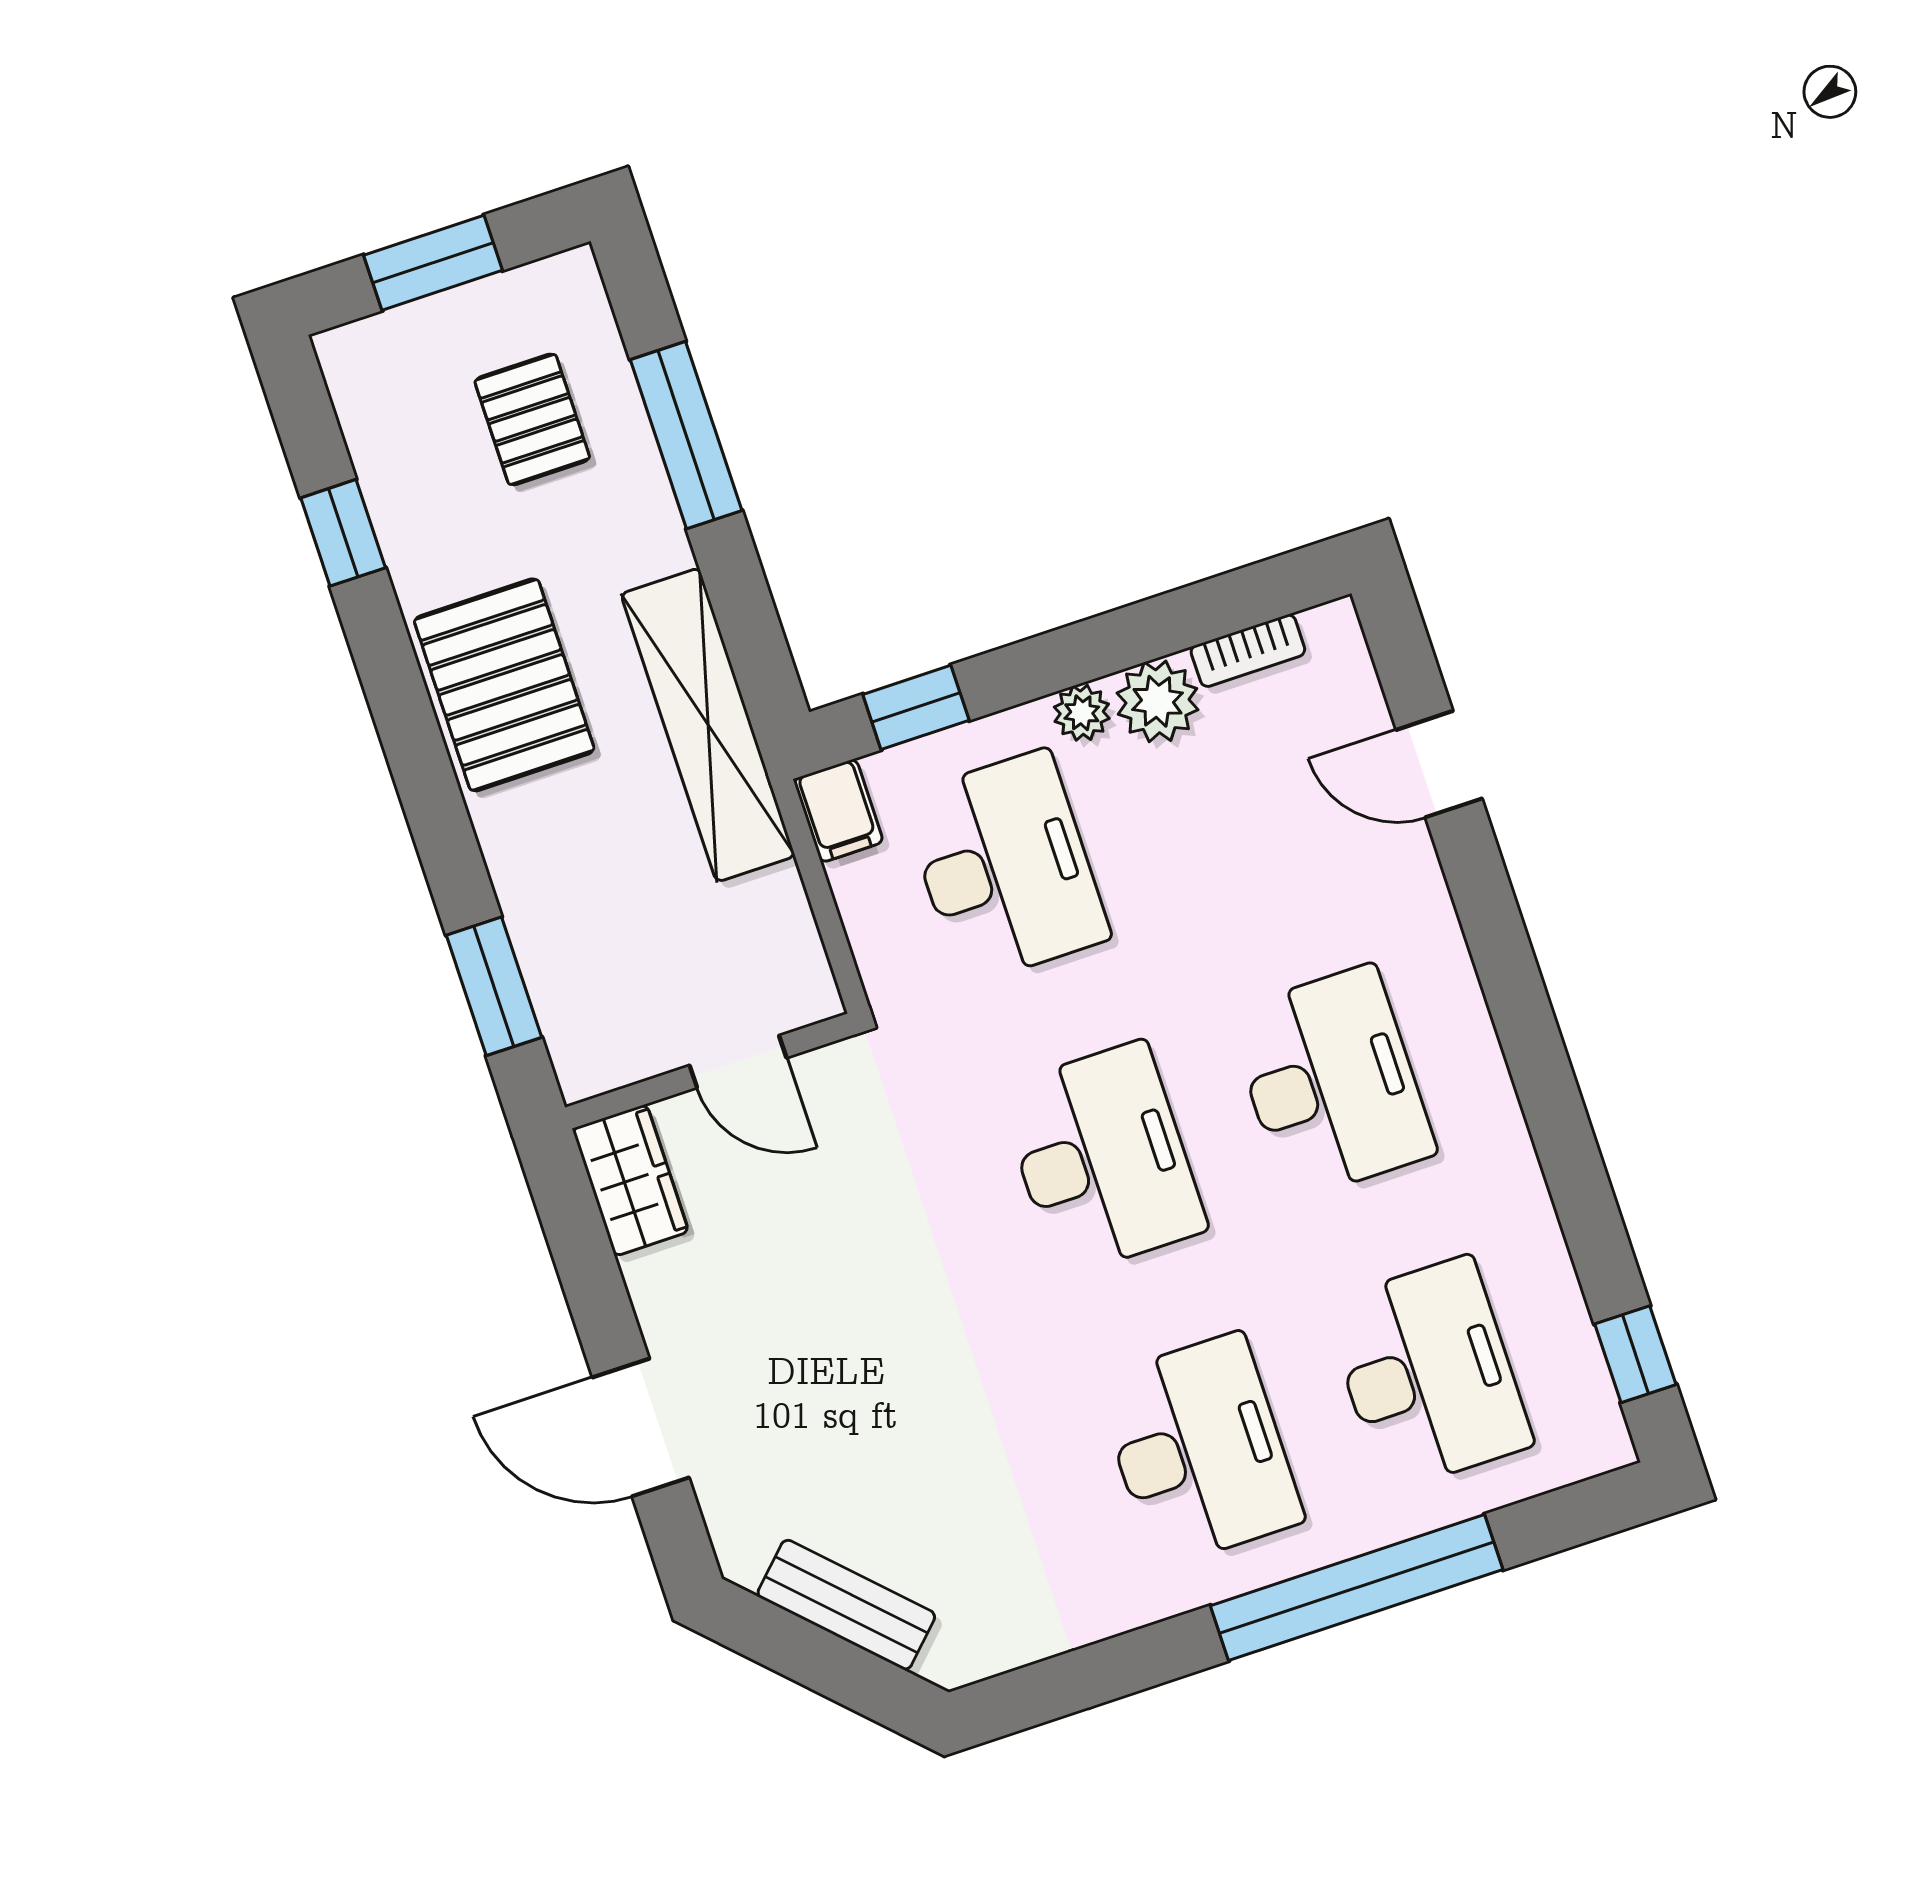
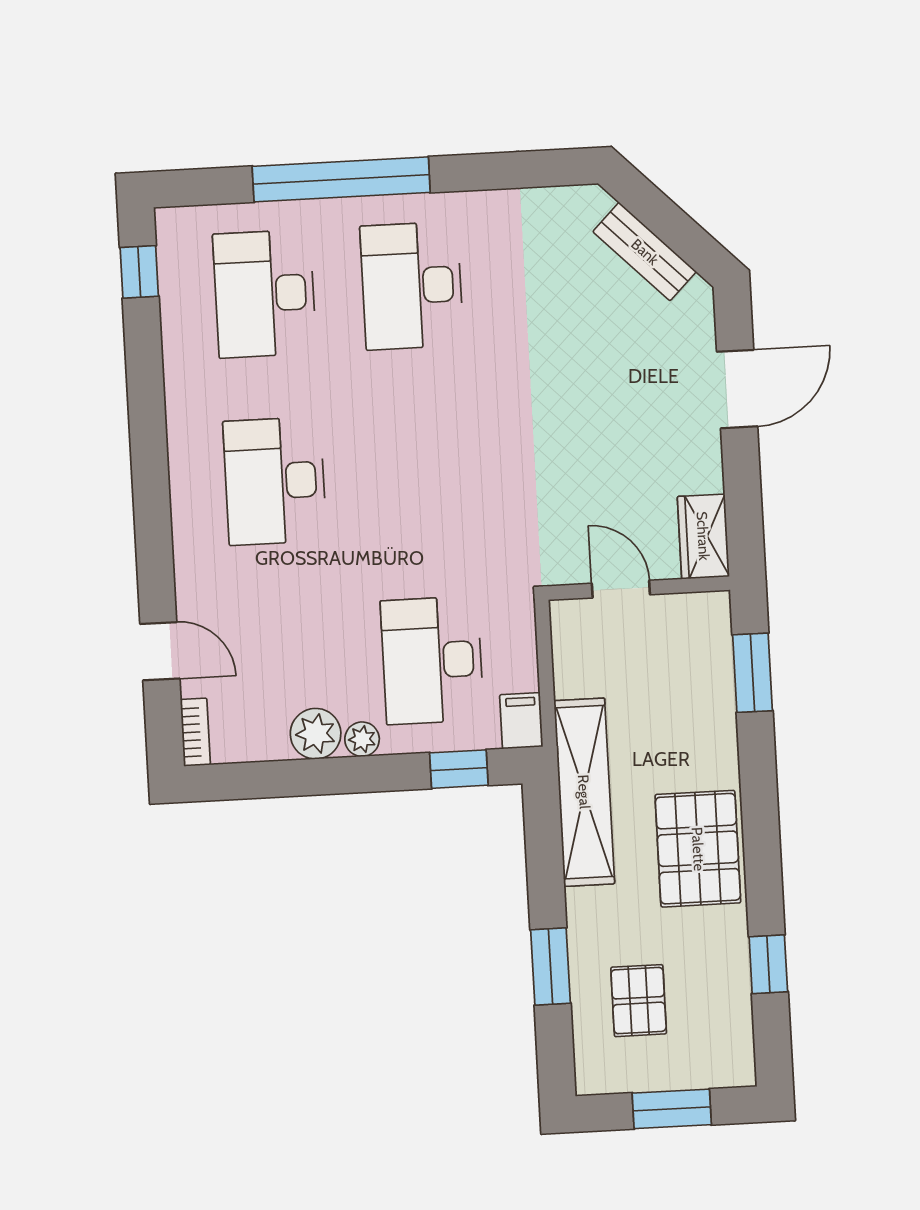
window: (686, 435) -> (550, 967), width x0.69
bookcase: (1248, 651) -> (195, 732), moved, turned 90
desk: (1102, 1159) -> (422, 473), removed
door: (641, 1428) -> (737, 389), hinge flipped

